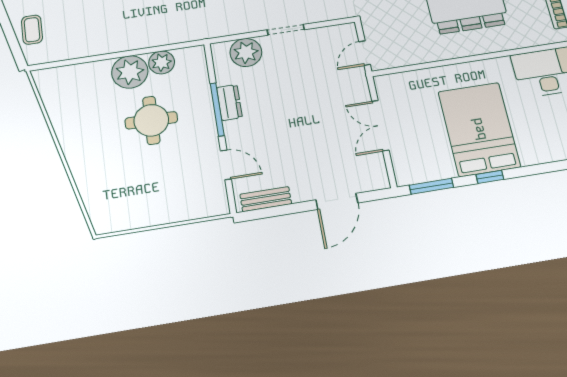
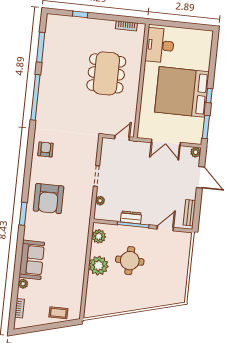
plant: (246, 52) -> (100, 201), width x0.53, depth x0.53
door: (365, 53) -> (122, 138), swing flipped
plant: (162, 62) -> (99, 236), moved
bed: (479, 129) -> (182, 92), width x1.36
plant: (380, 181) -> (196, 152), added

